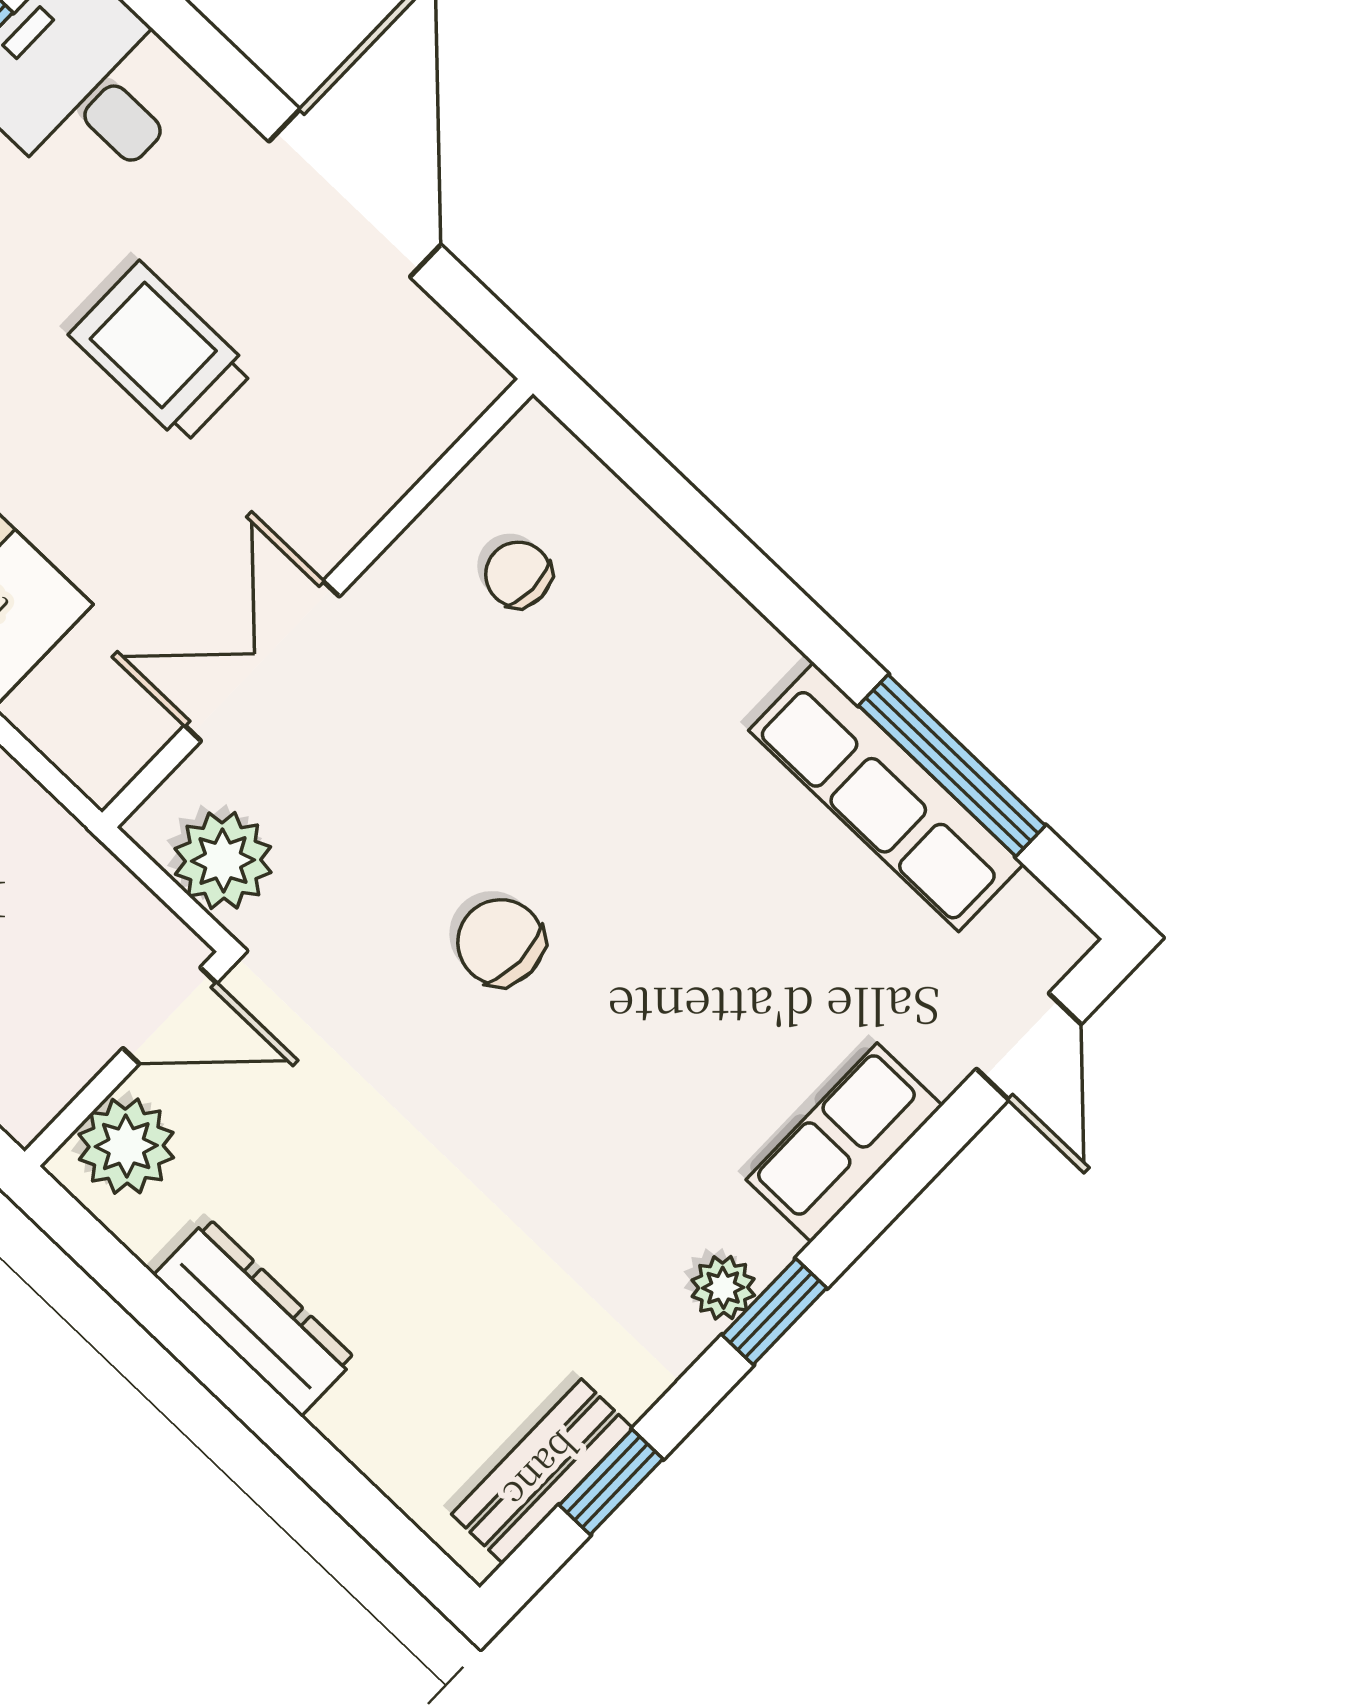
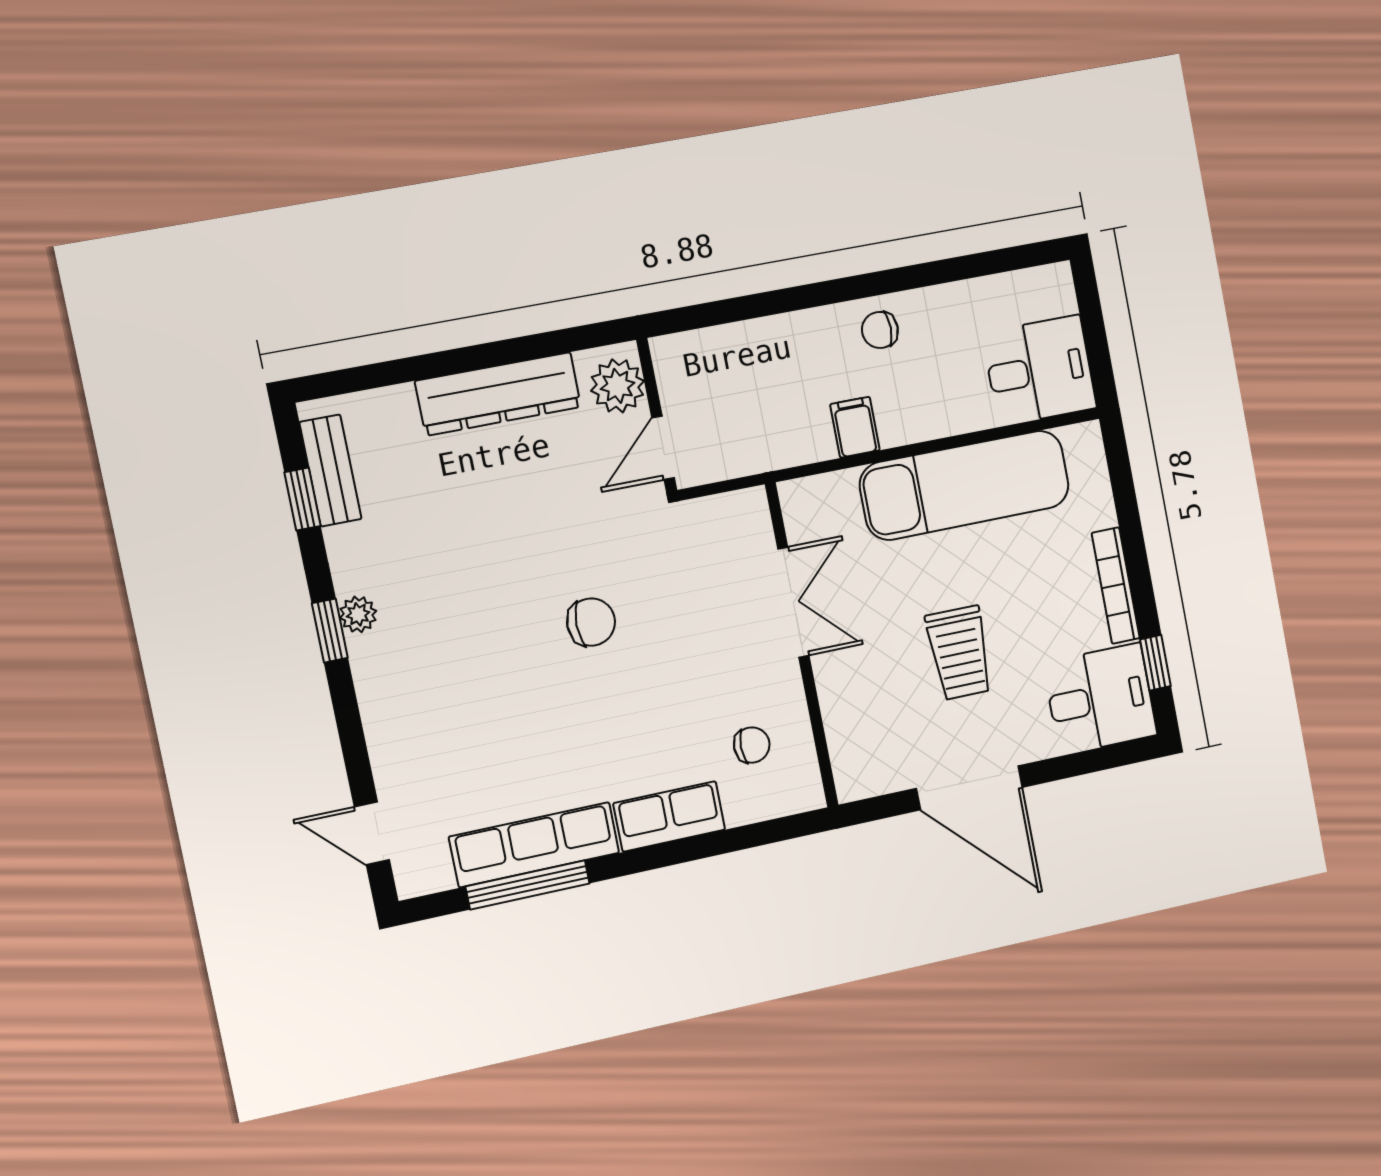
trolley: (161, 353) -> (959, 653), turned 90
plant: (223, 860) -> (716, 522), removed
row of seats: (844, 1143) -> (669, 816), moved, turned -90
dresser: (255, 1317) -> (498, 394), width x1.37, depth x1.24

